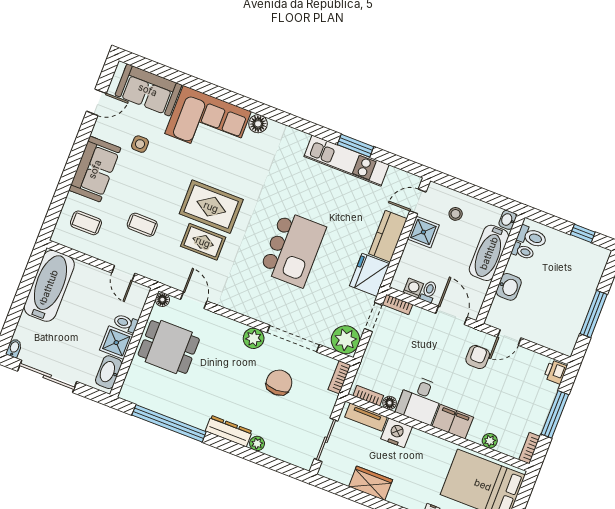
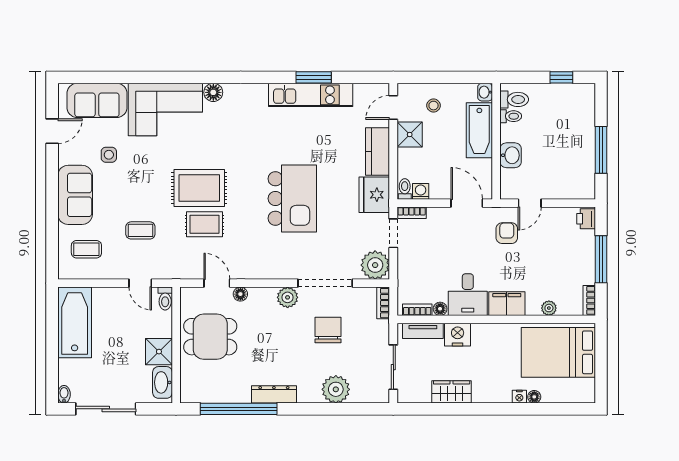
toilet: (429, 292) -> (405, 189), moved
floor lamp: (162, 300) -> (240, 294), moved
toilet: (126, 323) -> (165, 299), moved, turned -90
dresser: (229, 431) -> (274, 394), moved
plant: (257, 443) -> (336, 389), width x1.88, depth x1.88

